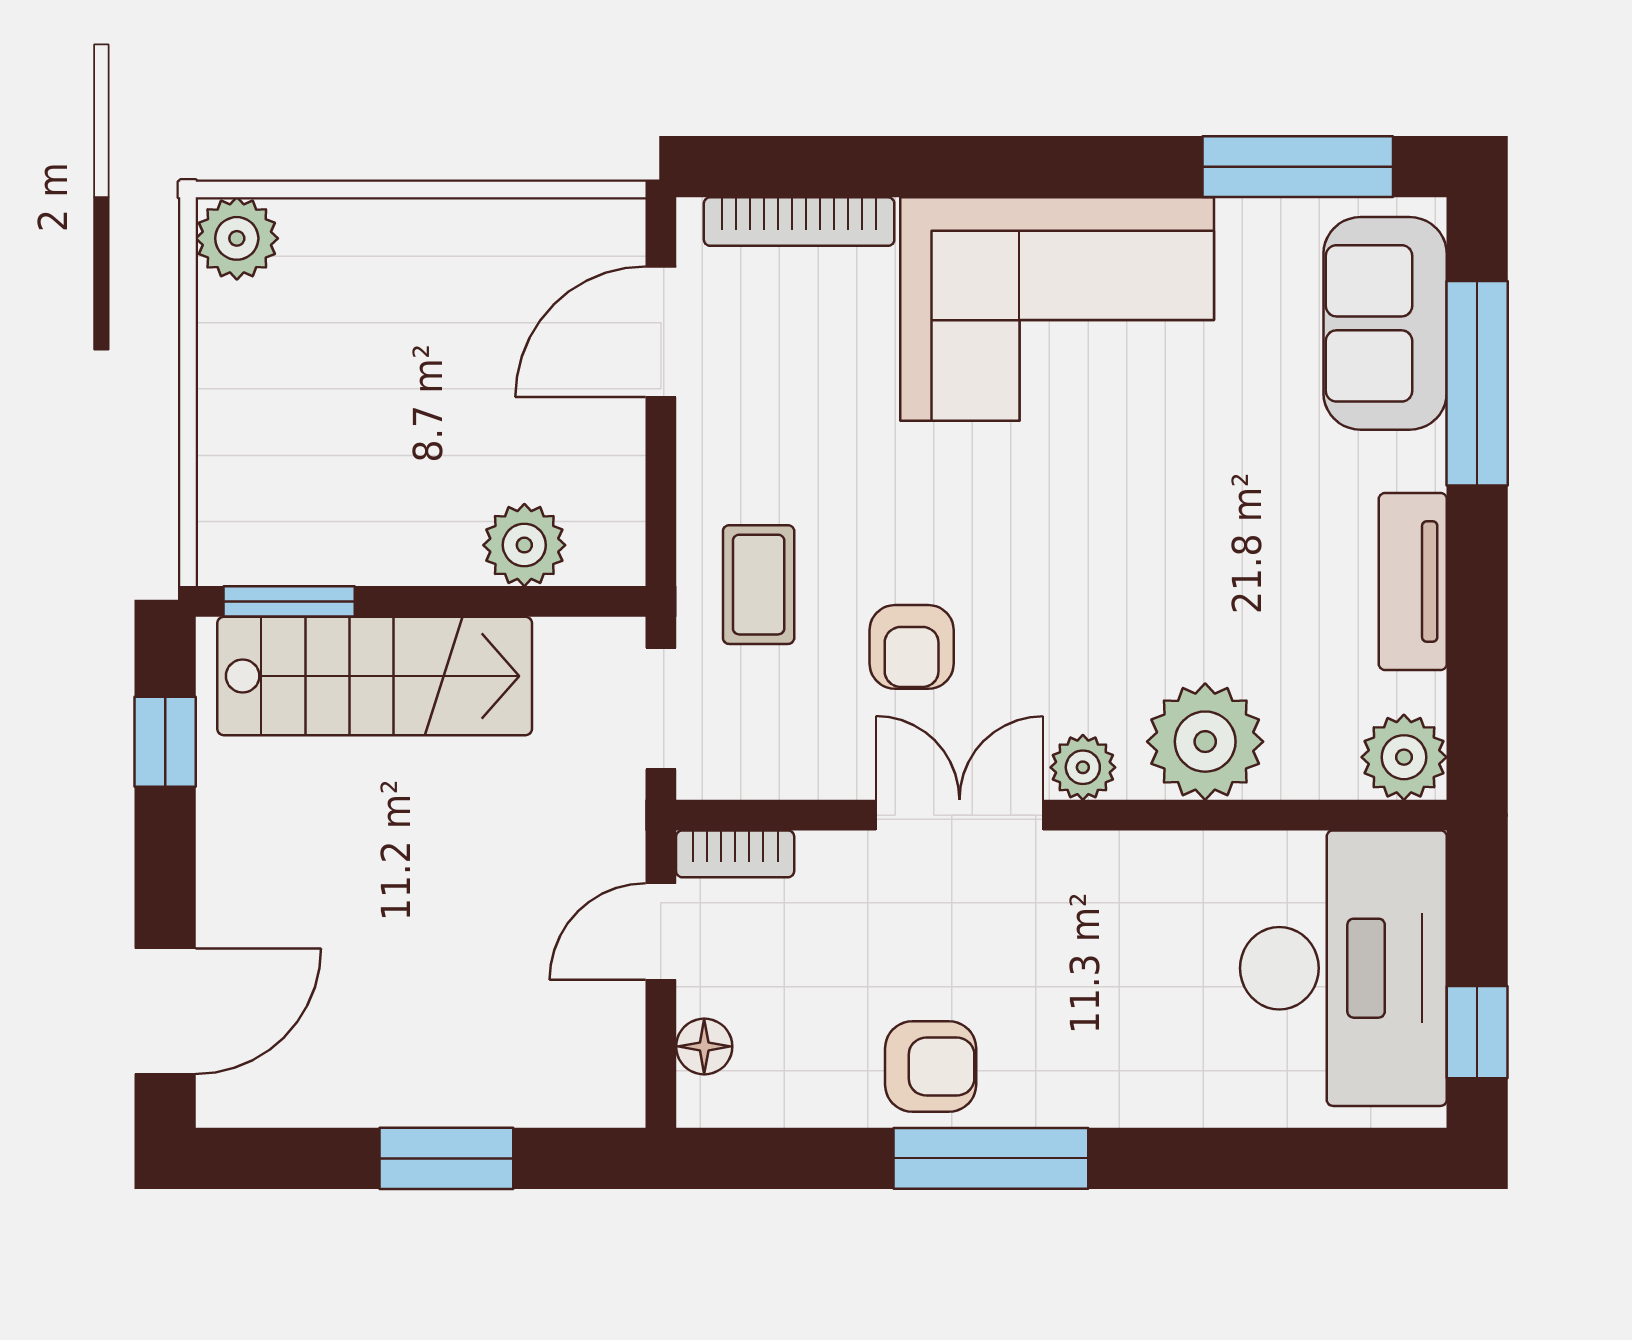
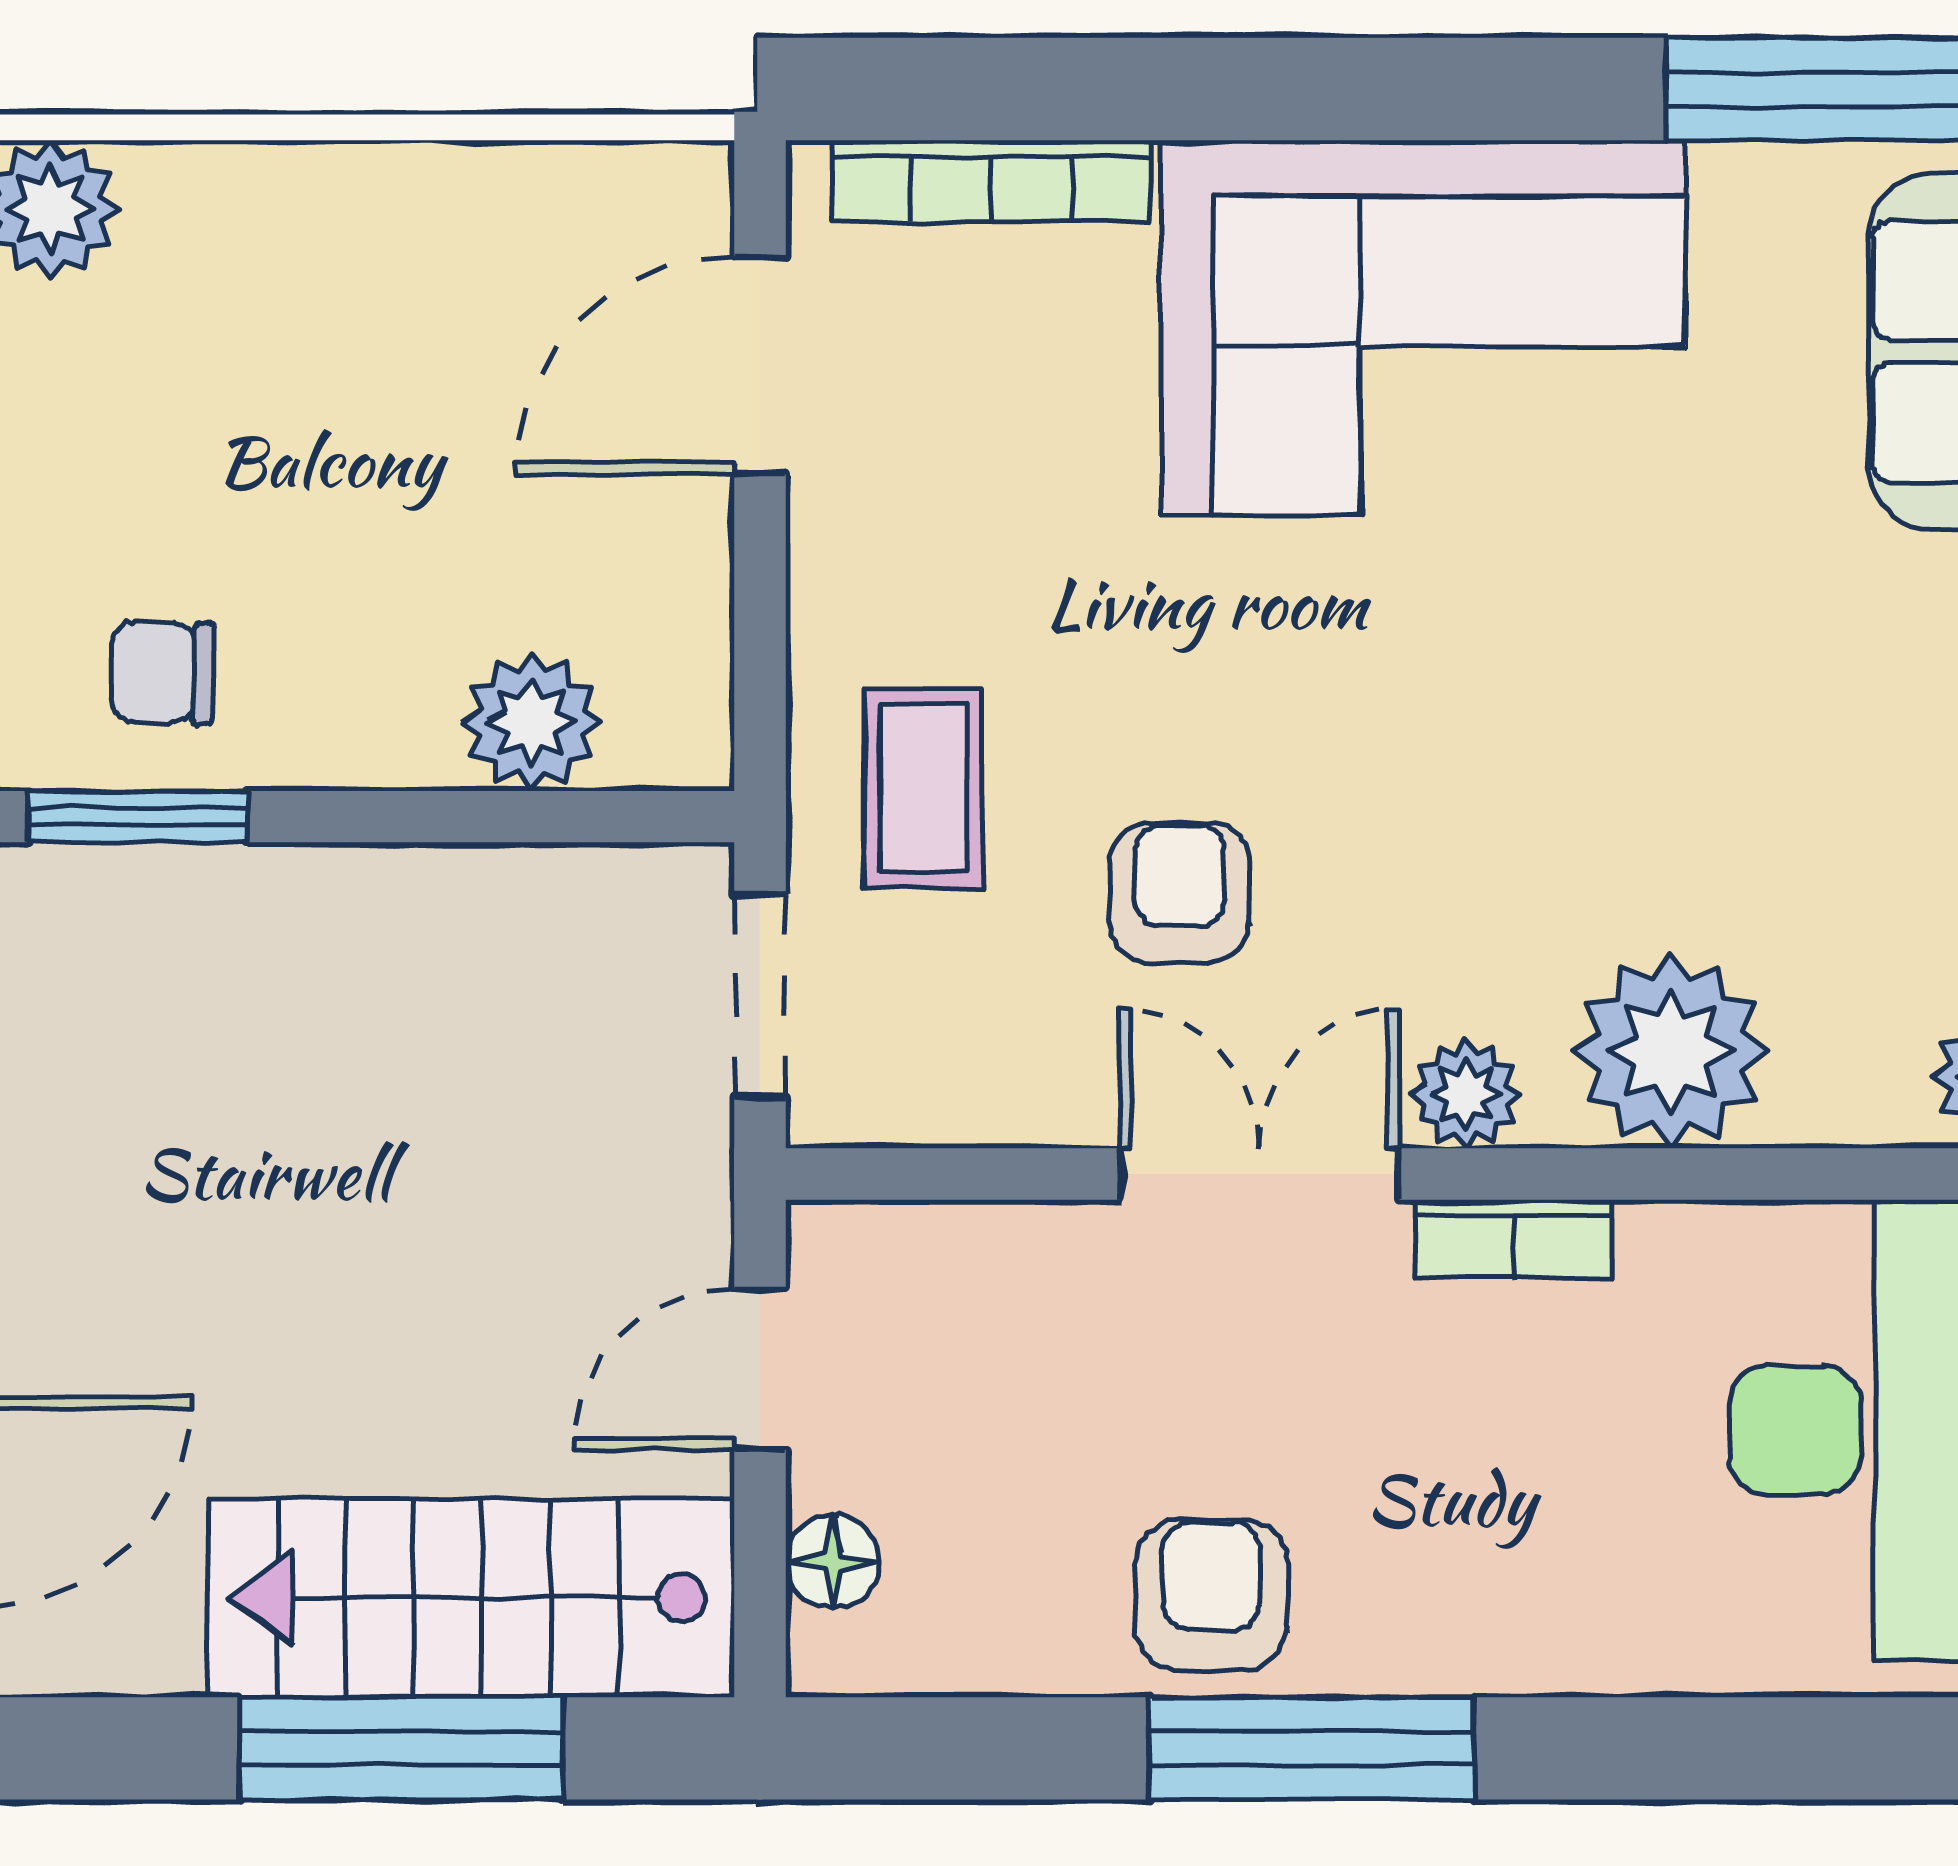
chair: (304, 515) -> (163, 672), added
armchair: (912, 647) -> (1180, 893), turned 180
stairs: (375, 676) -> (471, 1598), moved, turned 180
bookcase: (735, 854) -> (1514, 1239), moved
armchair: (931, 1067) -> (1211, 1595), turned -90
window: (446, 1158) -> (401, 1748), width x1.44

